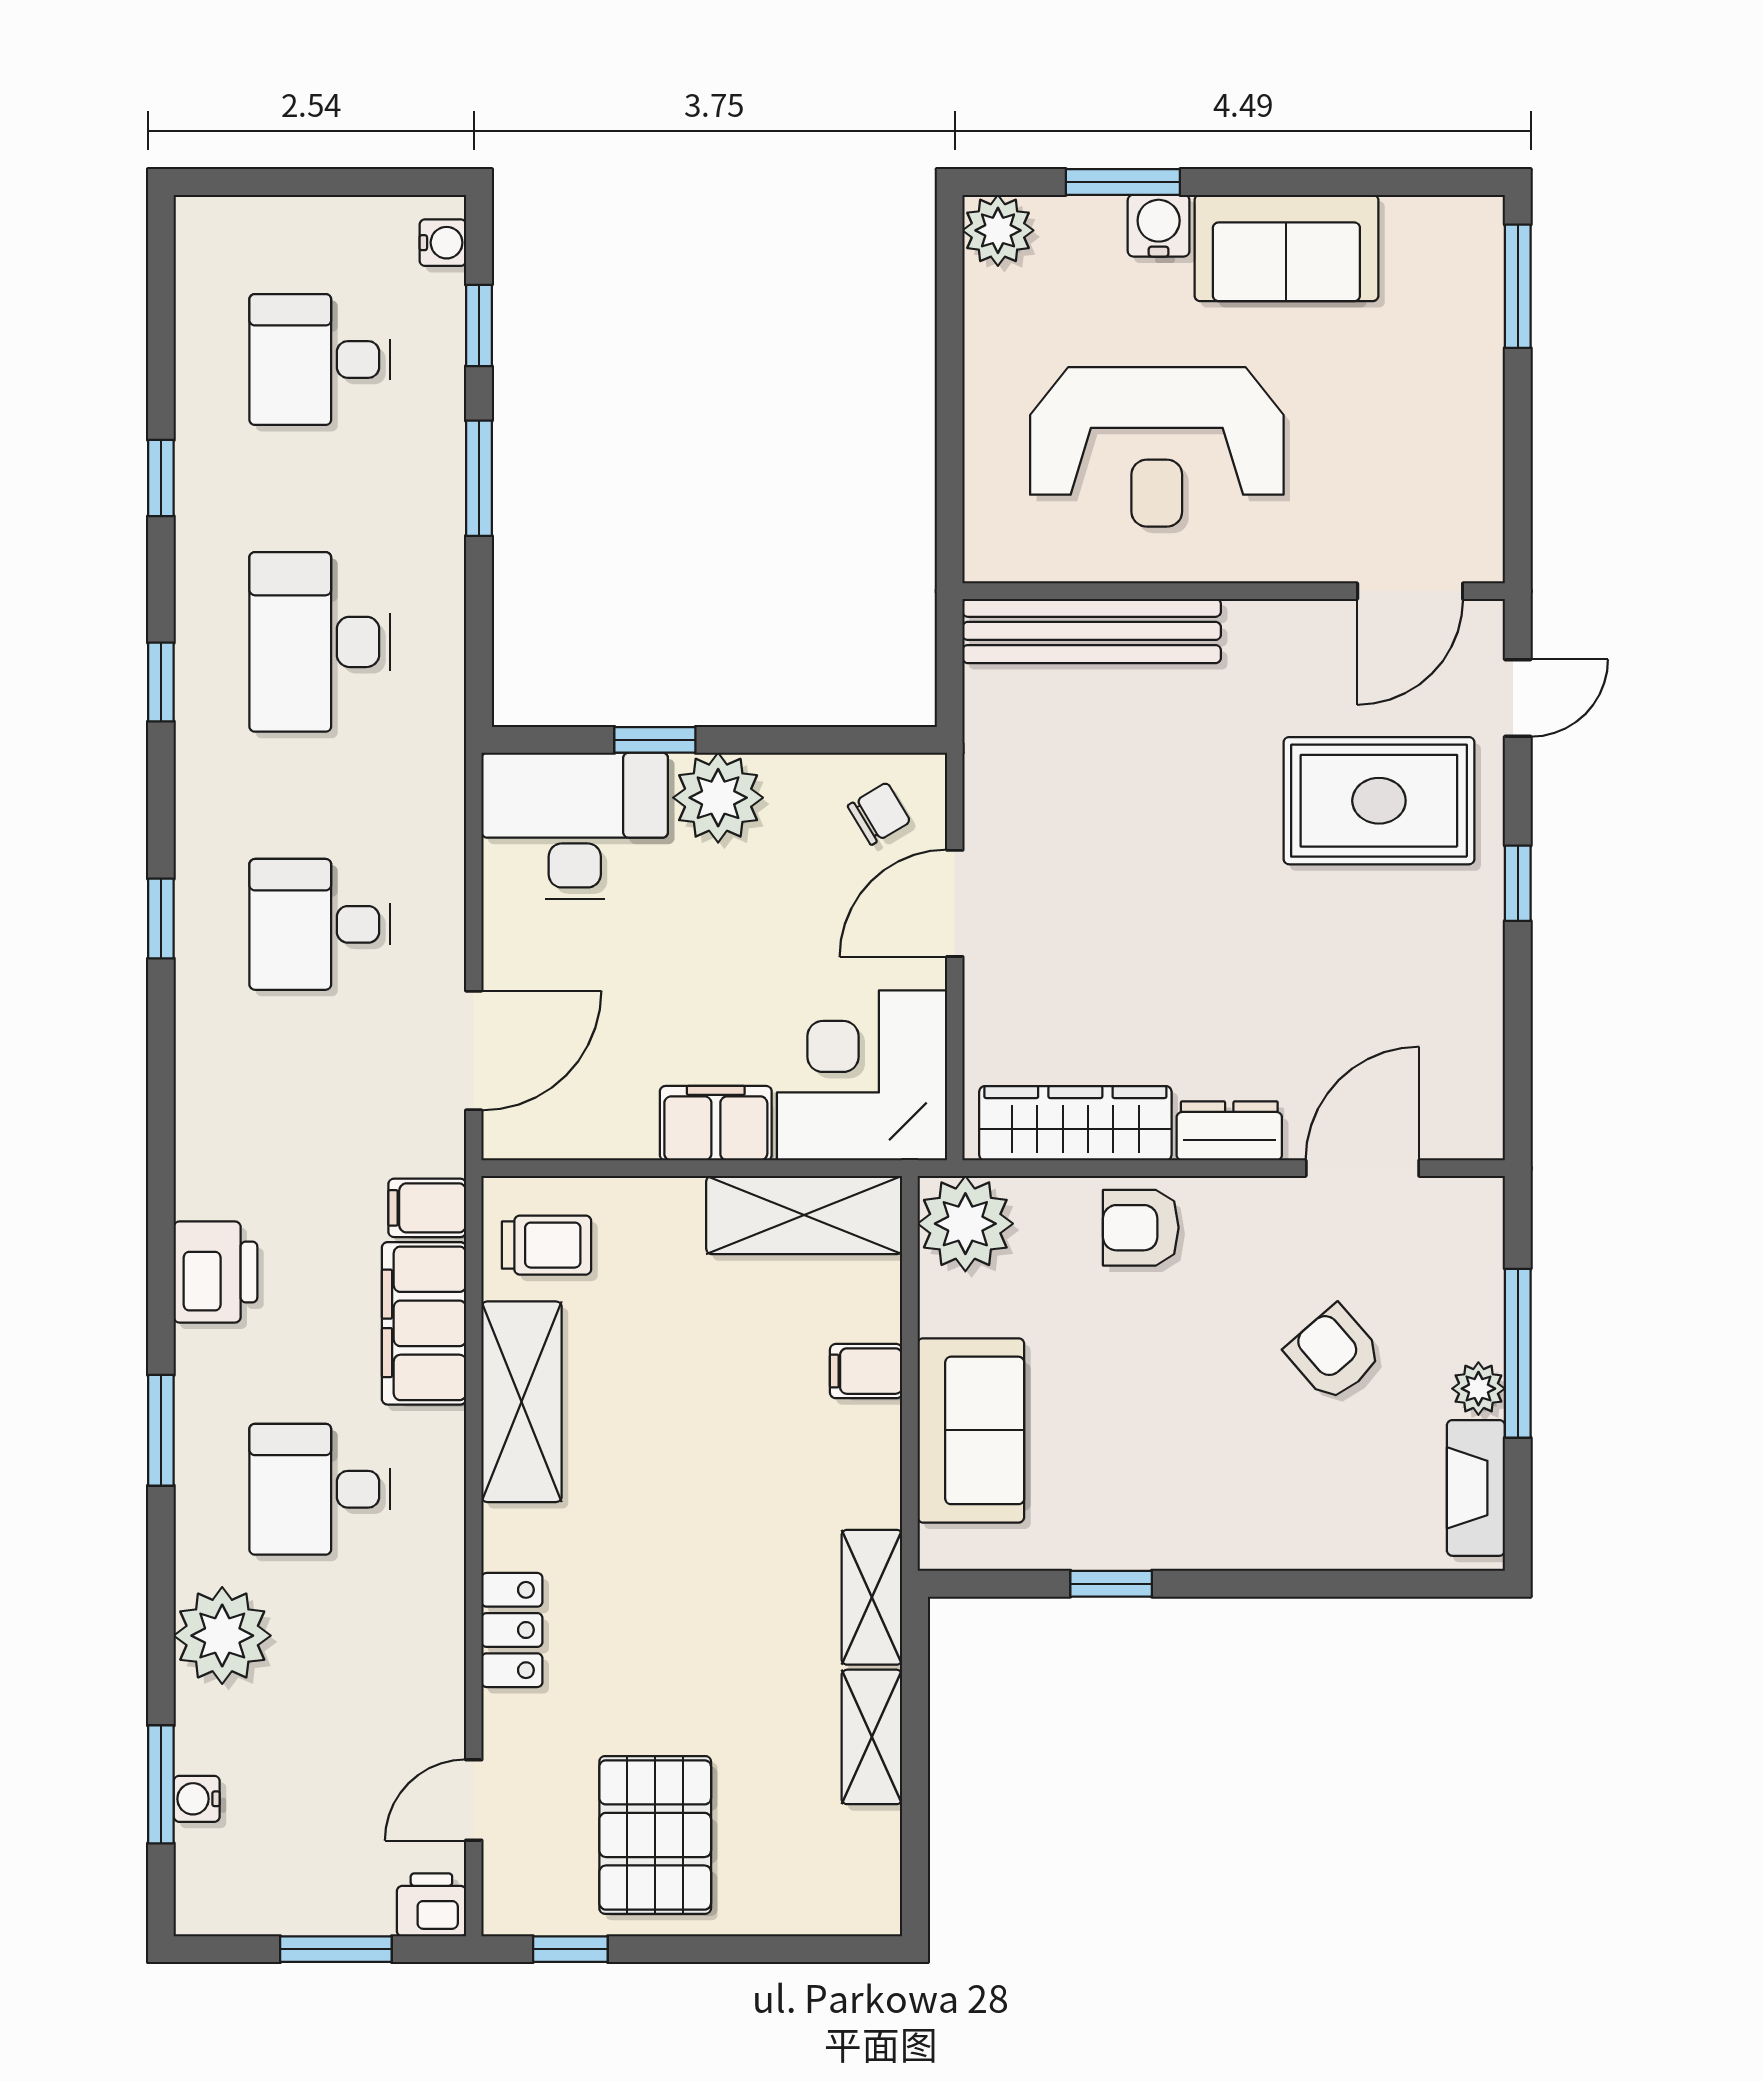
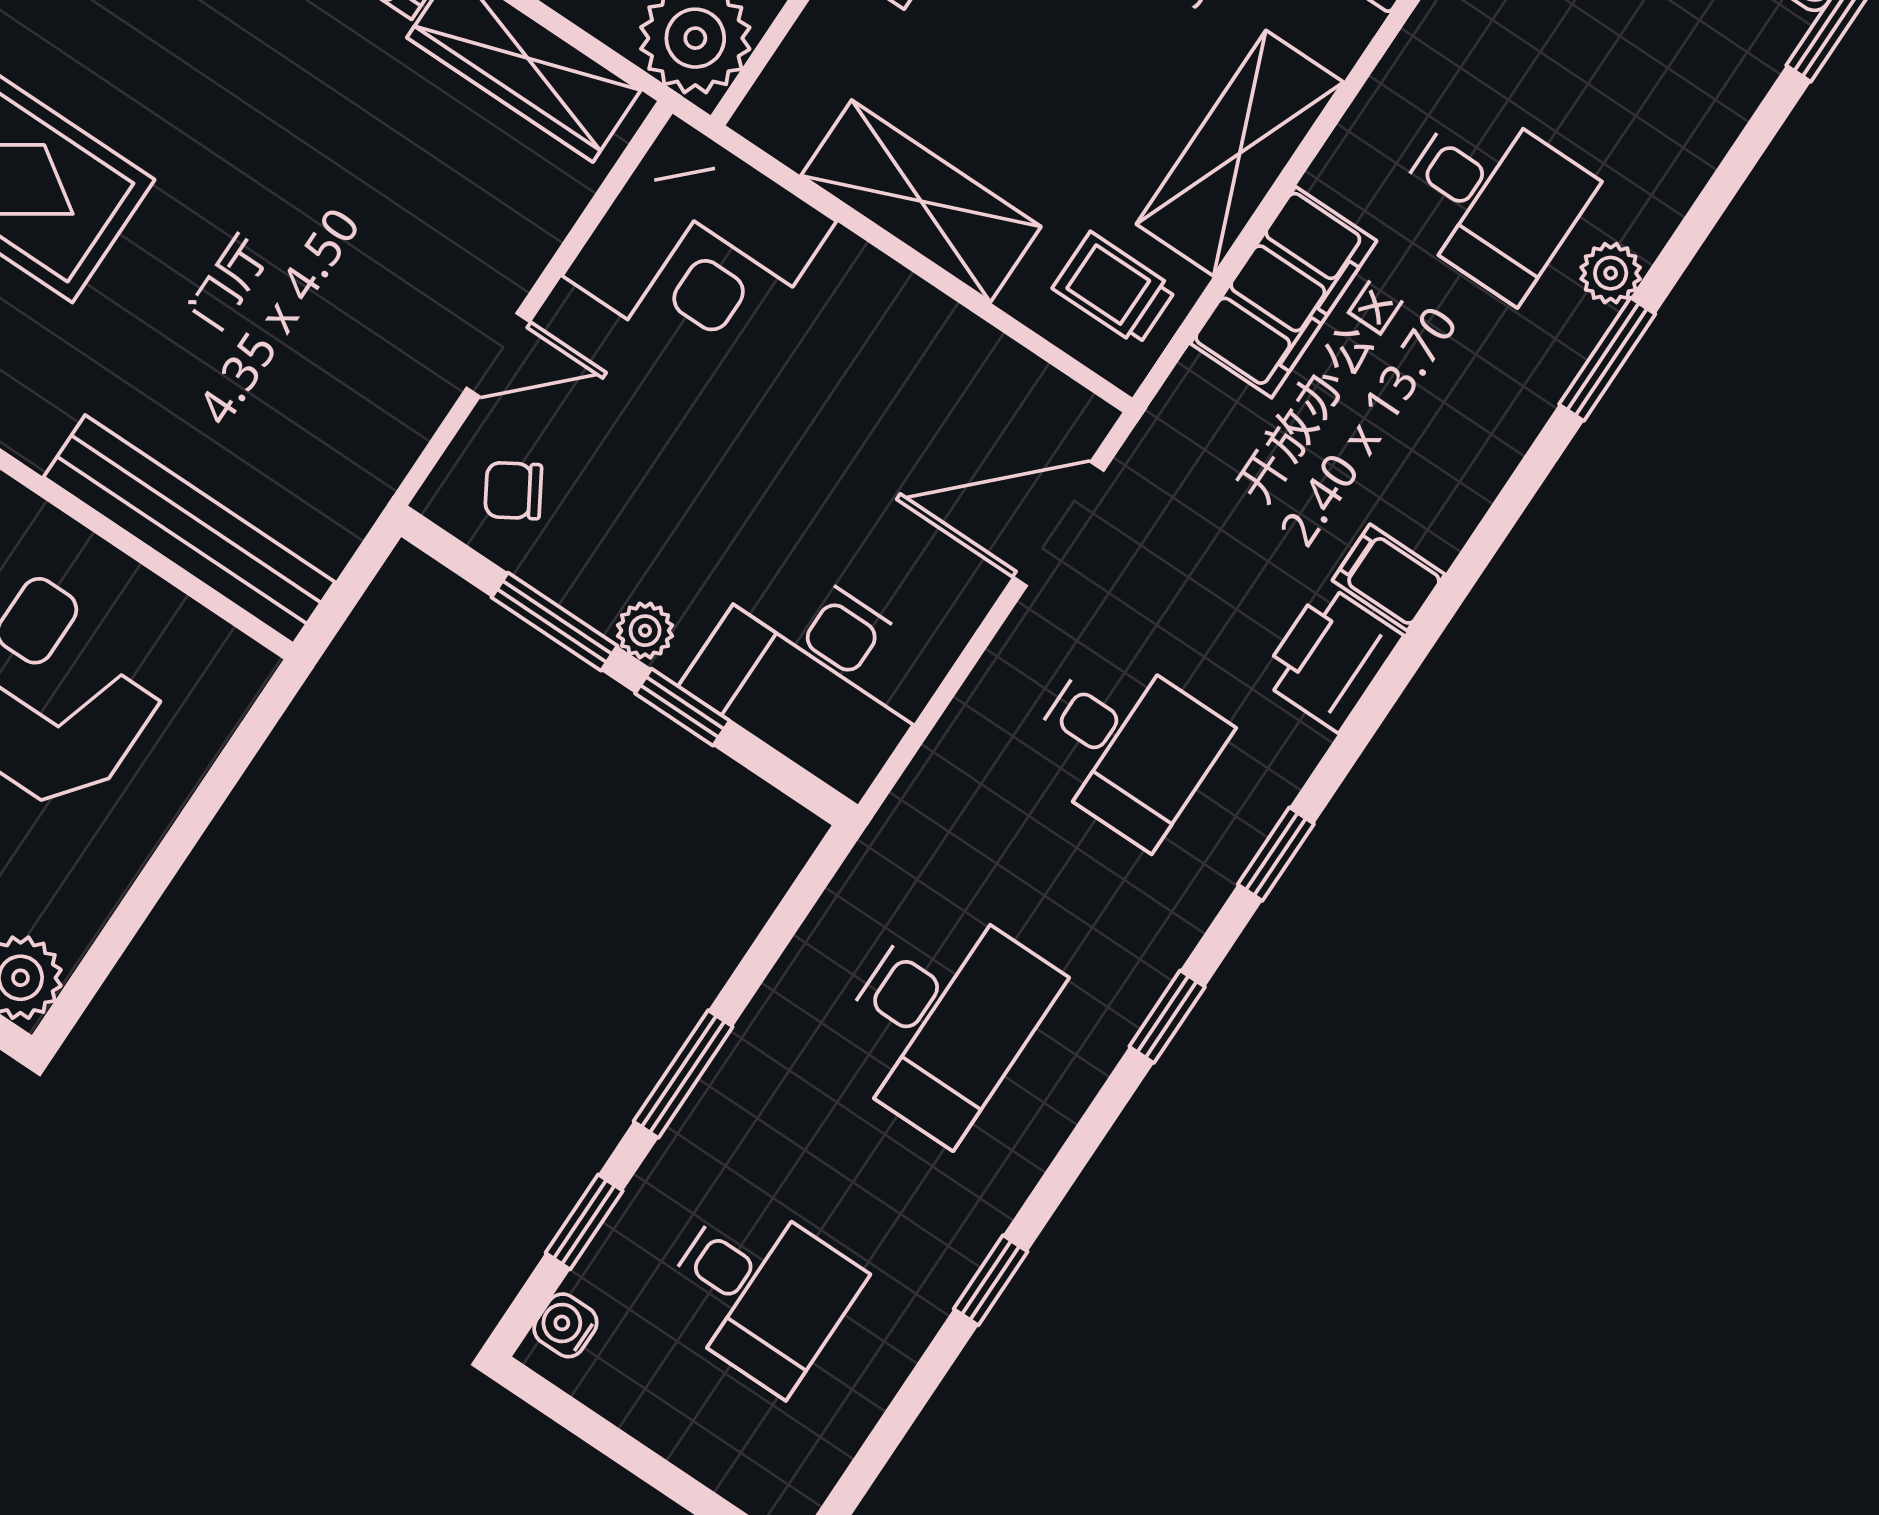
window: (161, 682) -> (1167, 1017), moved
window: (787, 740) -> (555, 622), added
plant: (718, 798) -> (645, 631), width x0.53, depth x0.53
door: (955, 903) -> (498, 355), width x0.73
filing cabinet: (716, 1123) -> (872, 297), removed
filing cabinet: (427, 1208) -> (1389, 577), moved, turned 180
shelving: (804, 1215) -> (921, 201), moved
printer: (216, 1272) -> (1331, 658), moved
plant: (222, 1636) -> (1611, 273), moved, width x0.53, depth x0.53

